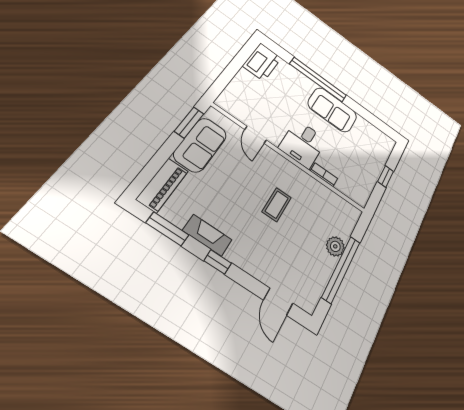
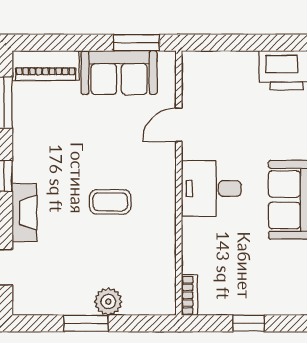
bookcase: (324, 175) -> (190, 295), moved
fireplace: (207, 235) -> (24, 213), moved
window: (341, 269) -> (86, 323), width x0.47

